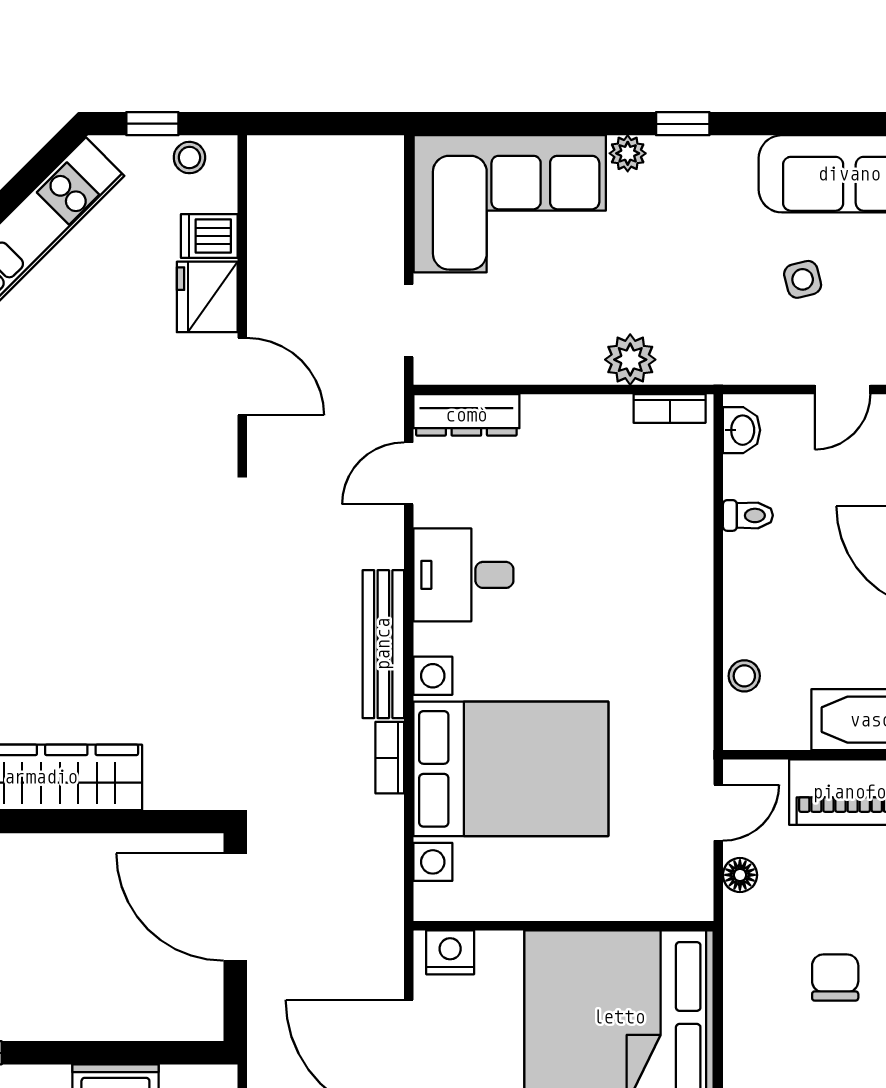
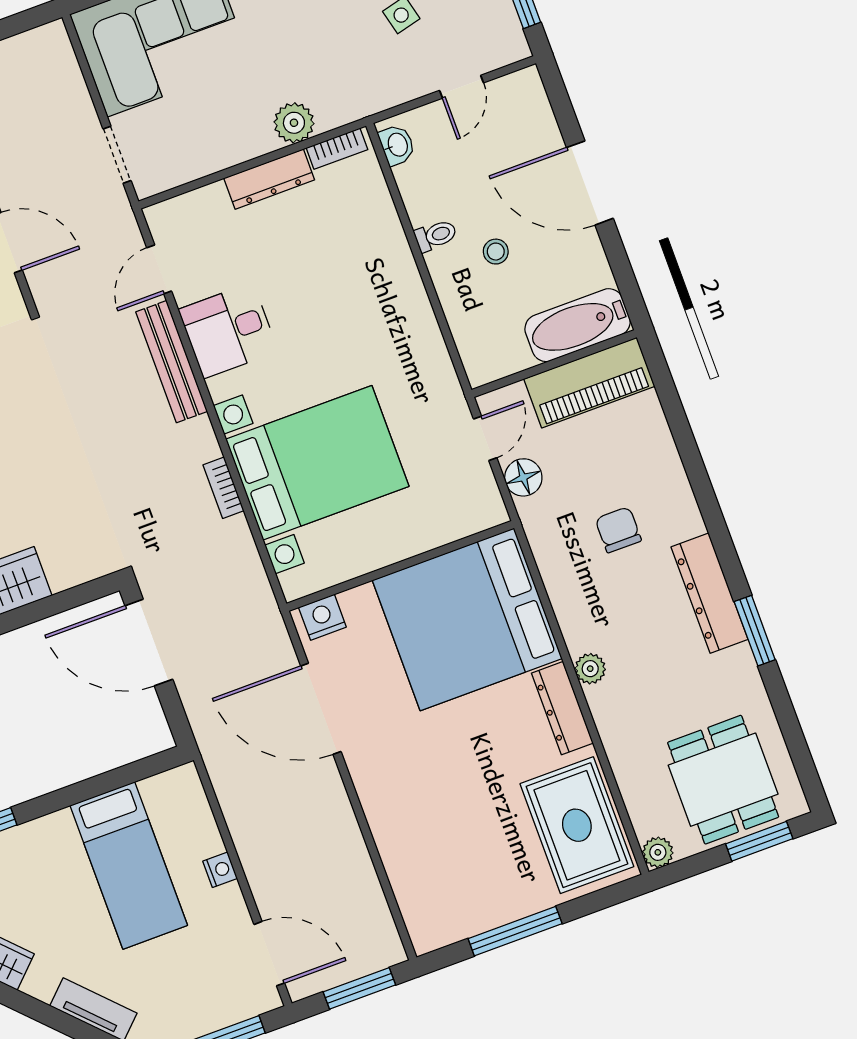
dresser: (466, 415) -> (269, 179), moved
toilet: (748, 515) -> (436, 235), moved
bench: (383, 644) -> (172, 362), moved
stool: (744, 676) -> (496, 252), moved
floor lamp: (740, 875) -> (523, 477), width x1.37, depth x1.37

